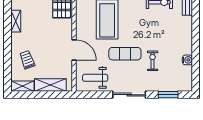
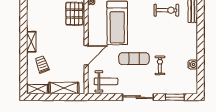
shelving: (16, 21) -> (31, 42), moved
door: (74, 50) -> (86, 55), hinge flipped
weight bench: (95, 78) -> (106, 81), turned 180

